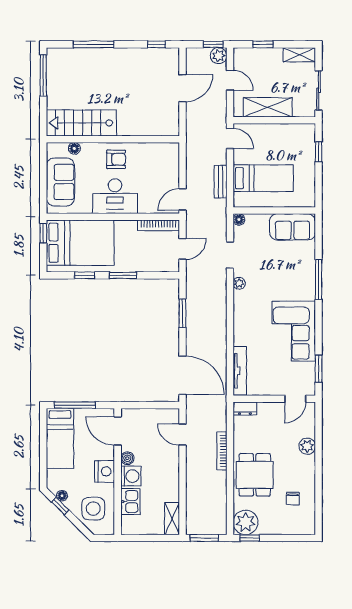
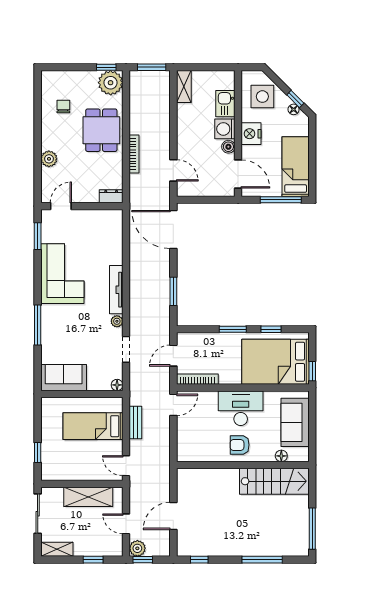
tv unit: (240, 371) -> (116, 290), moved

